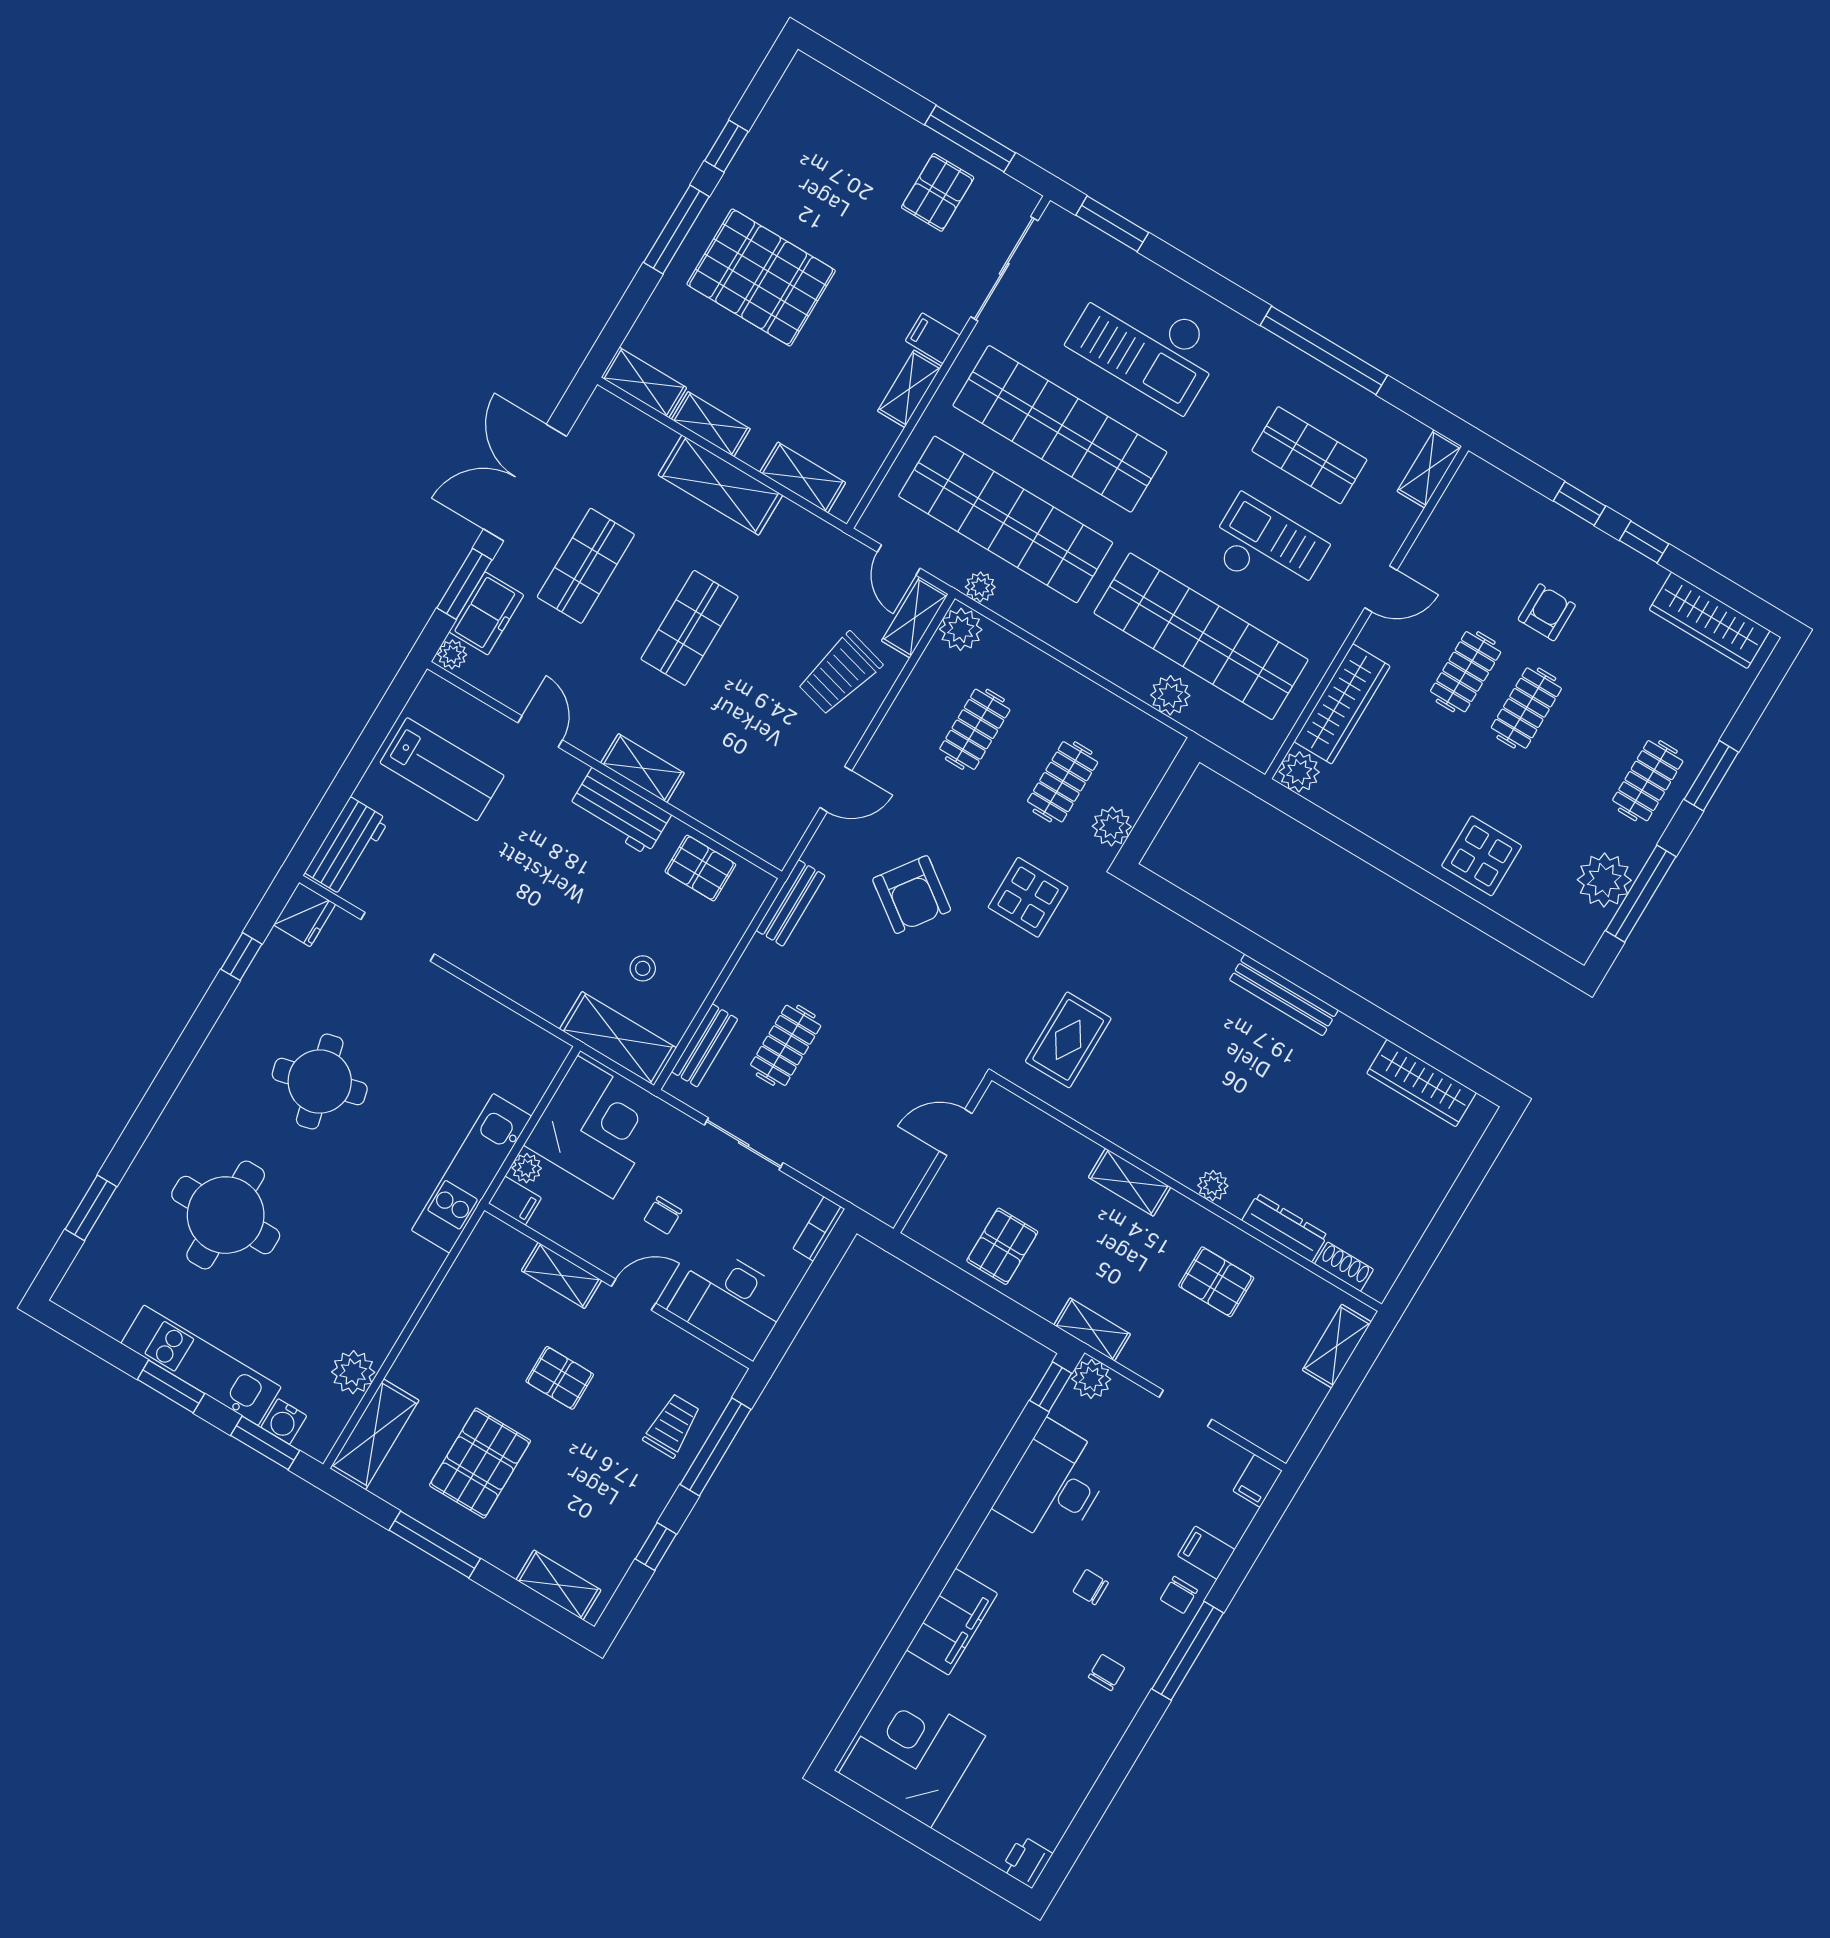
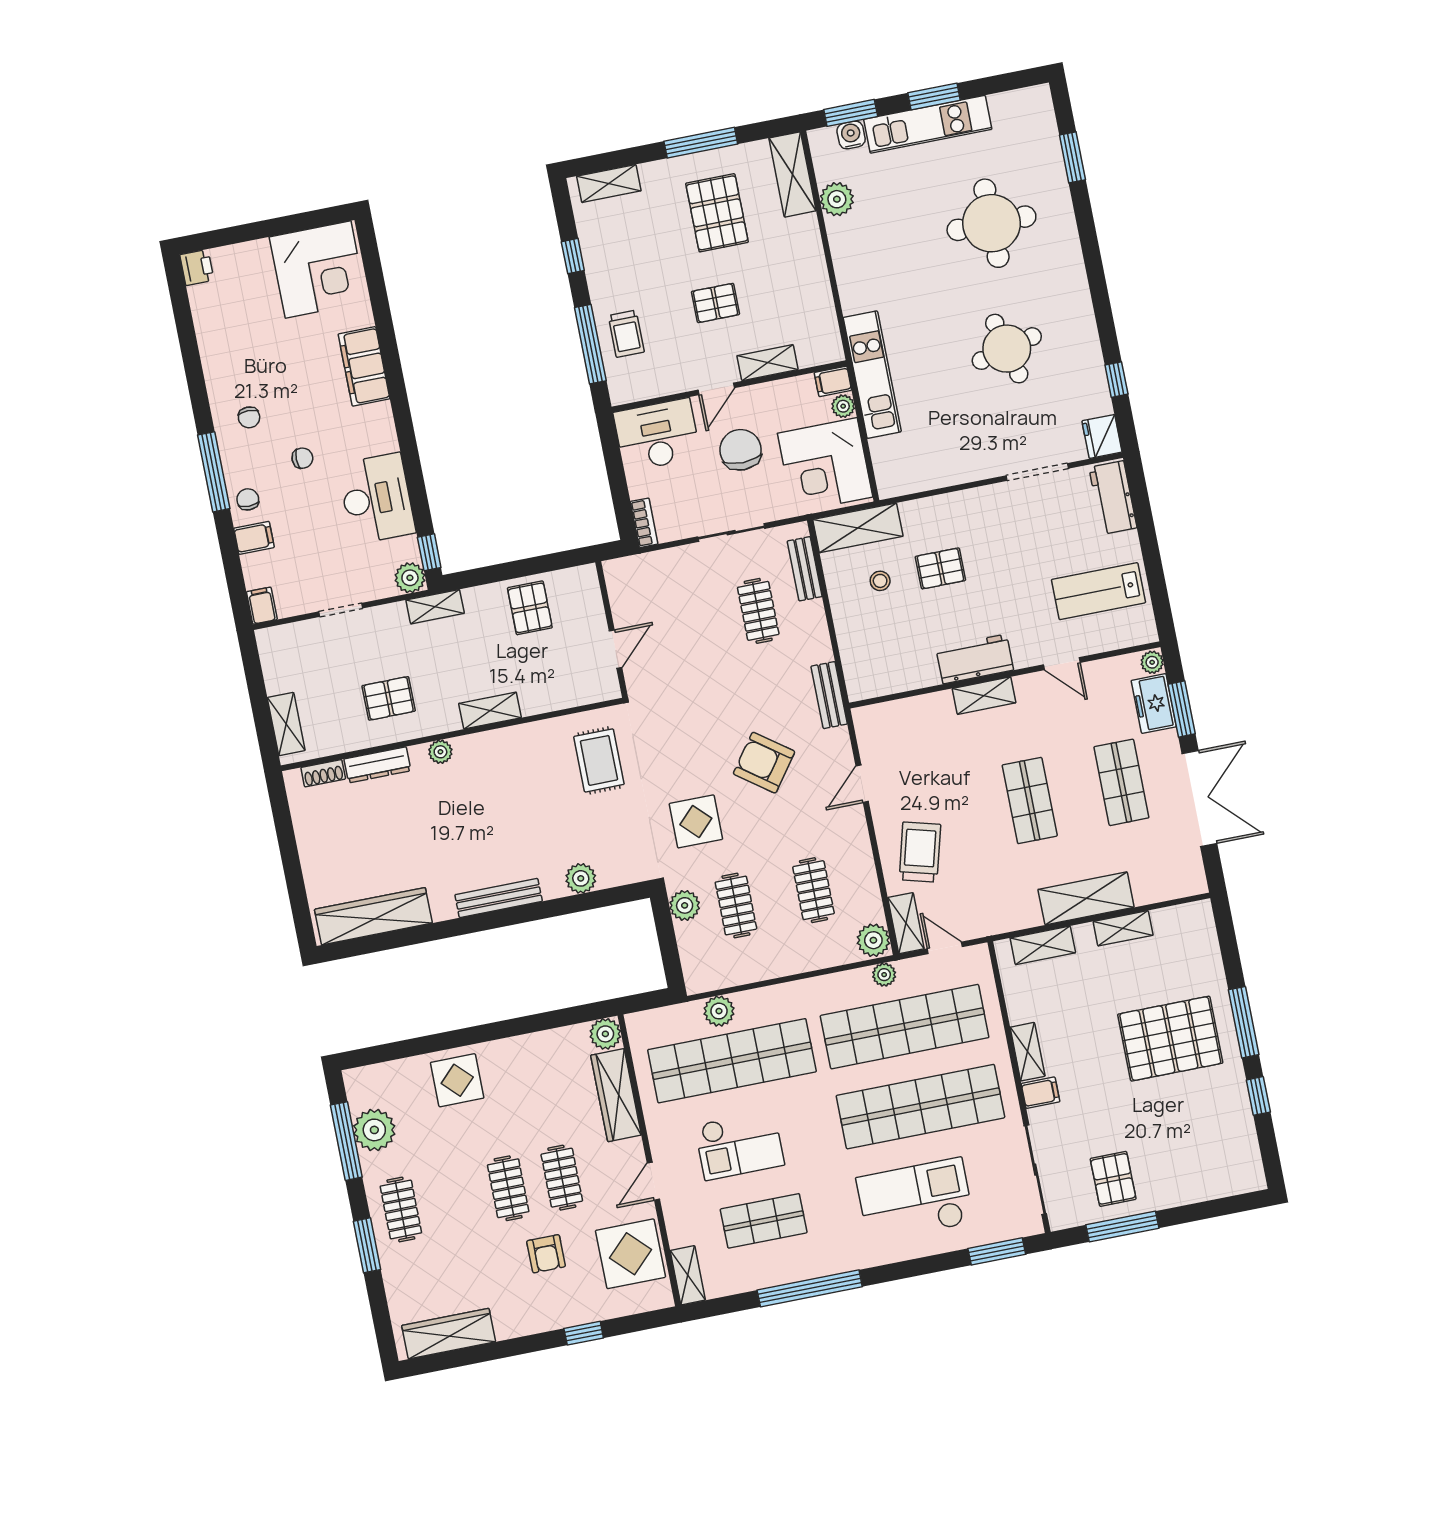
shelving: (644, 383) -> (1183, 918), removed
display table: (1466, 539) -> (631, 1254), added
window: (1644, 542) -> (527, 1344), removed
pallet: (700, 868) -> (940, 568), moved
plant: (1188, 942) -> (581, 878), added
wardrobe: (1422, 1083) -> (373, 916), width x1.40, depth x1.17
chair: (663, 1215) -> (740, 450), width x1.87, depth x1.87

